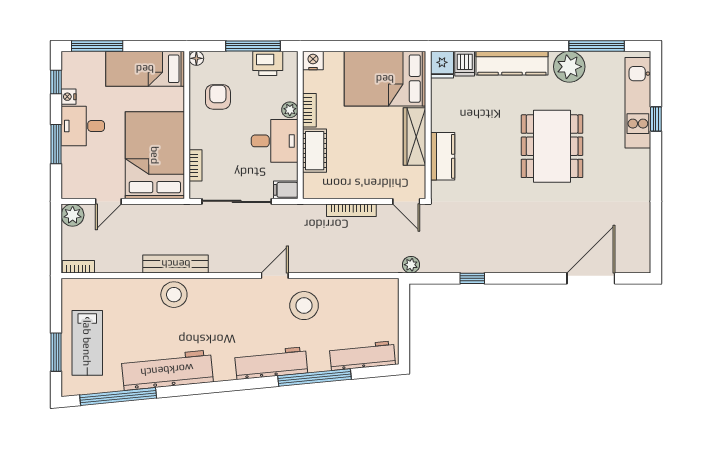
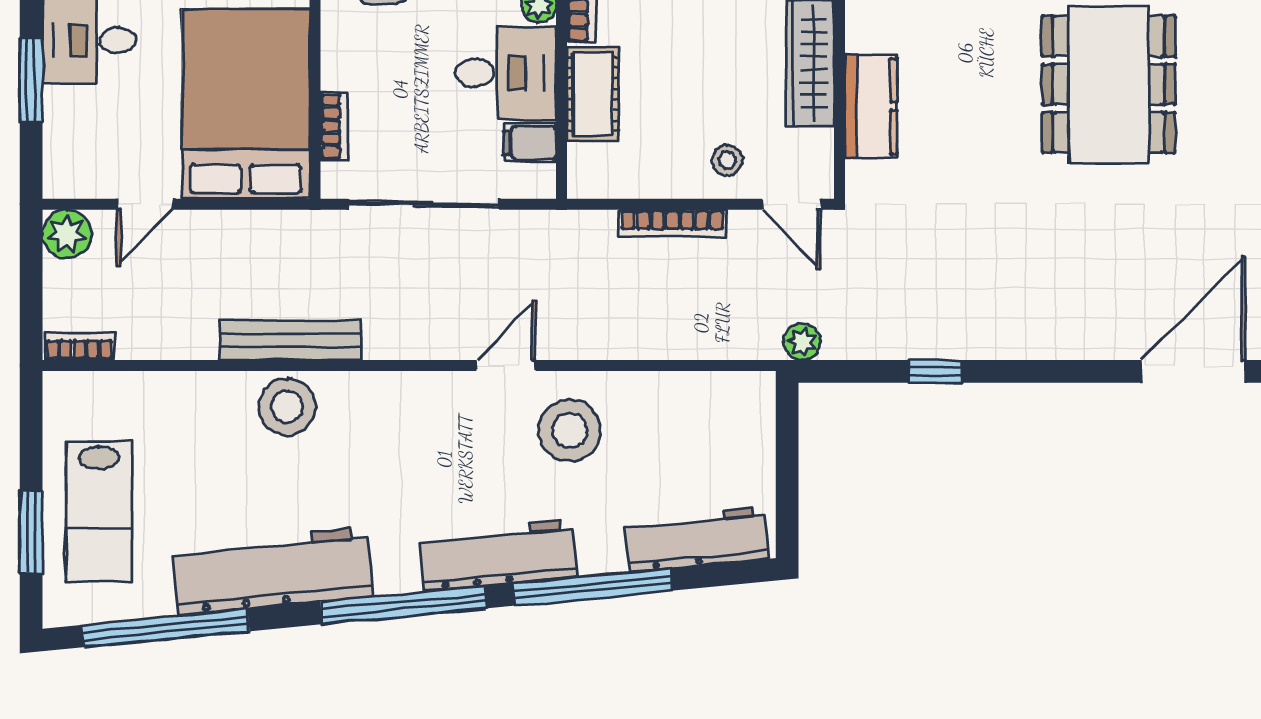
stool: (376, 181) -> (727, 160), added
filing cabinet: (286, 190) -> (530, 143), moved
window: (227, 386) -> (403, 605), added

